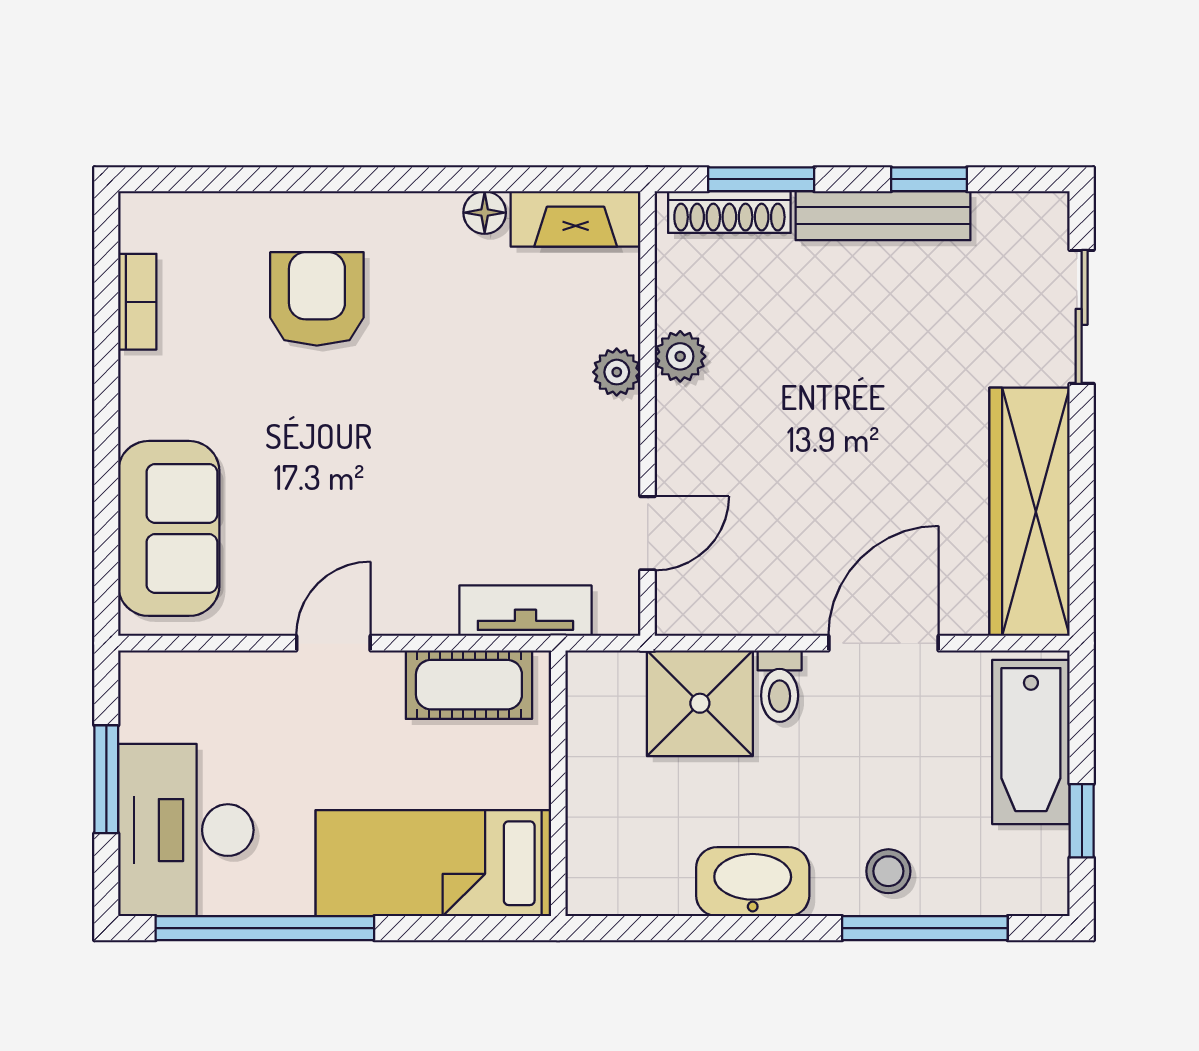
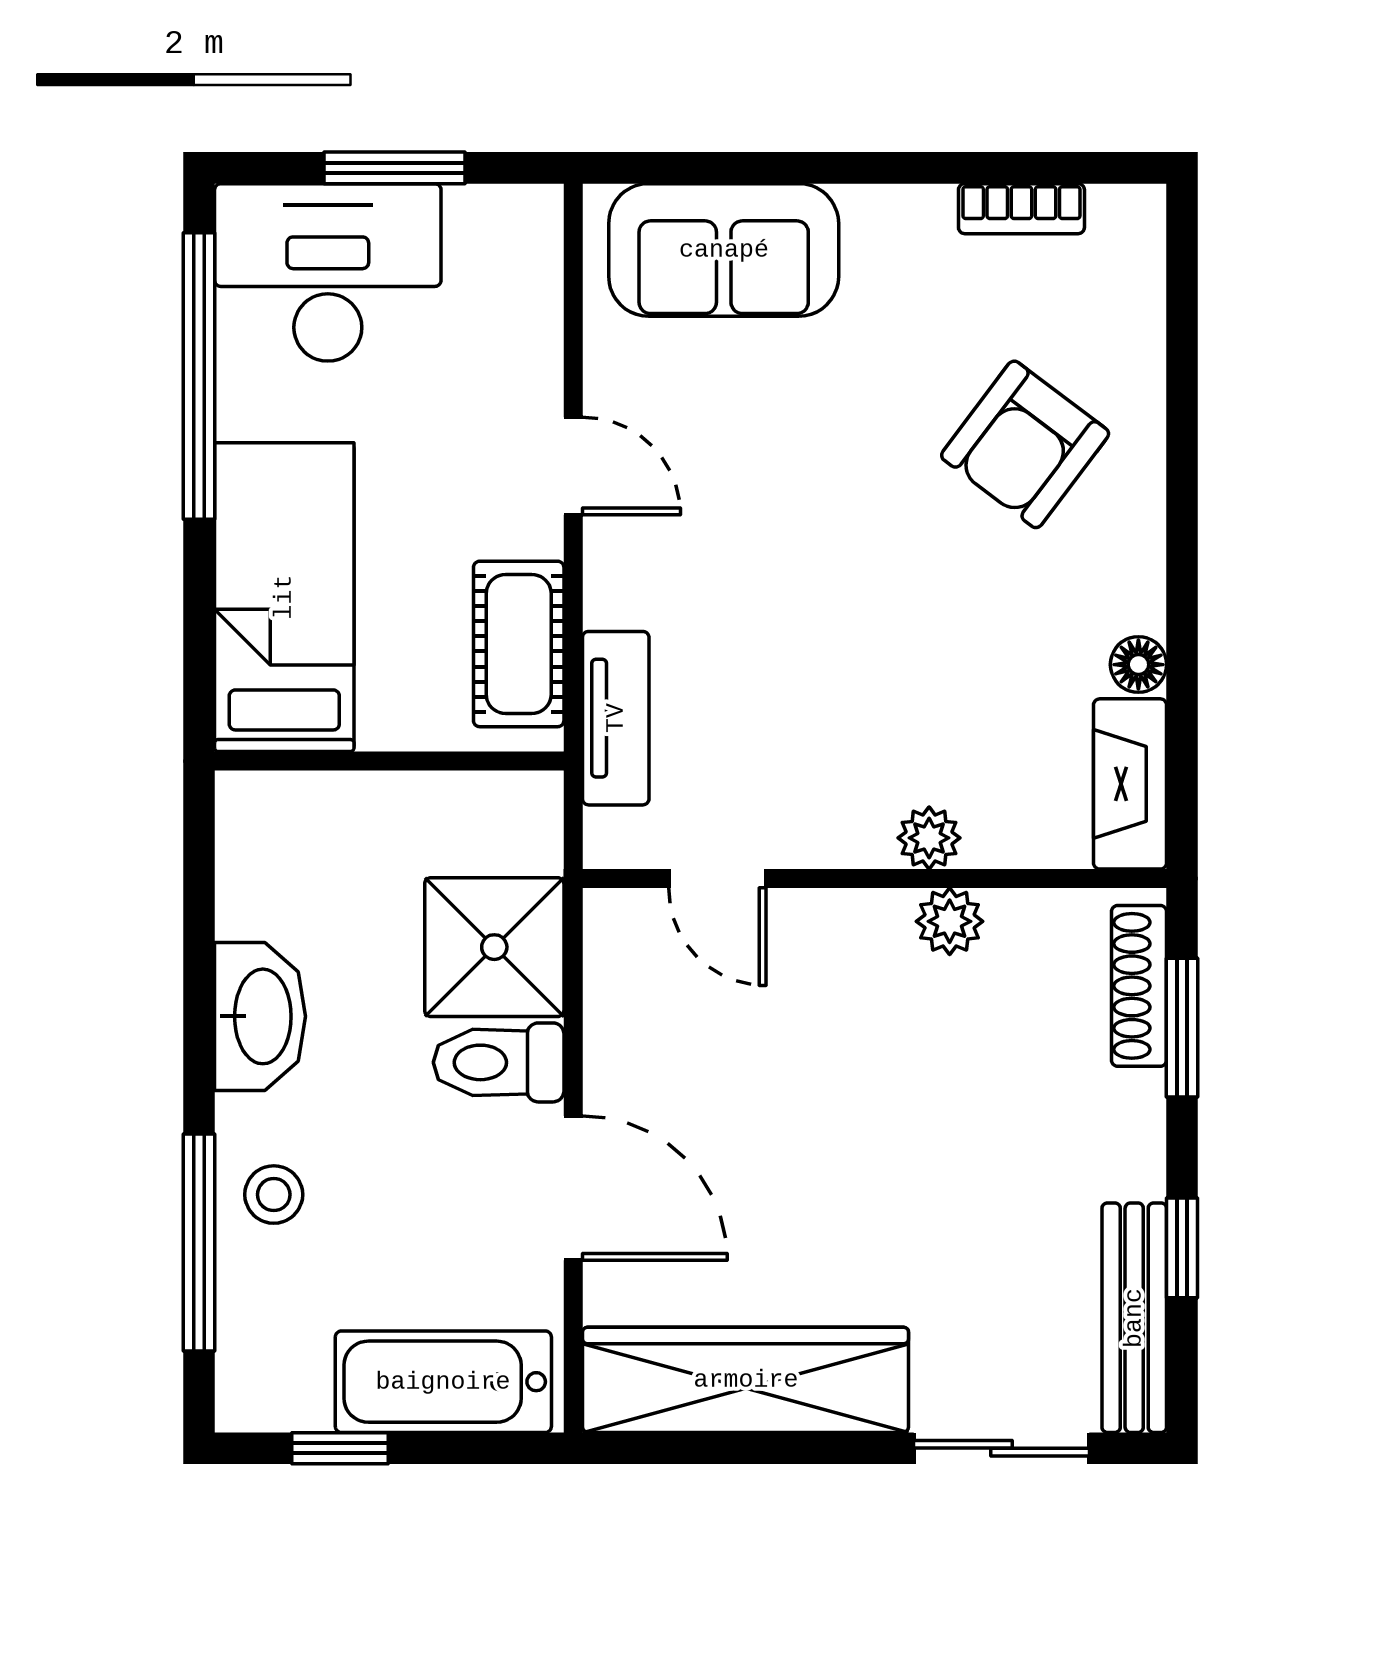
bench: (883, 216) -> (1134, 1318), moved
armchair: (317, 299) -> (1025, 444), turned 127
toilet: (780, 686) -> (499, 1062), width x1.37, depth x1.39

